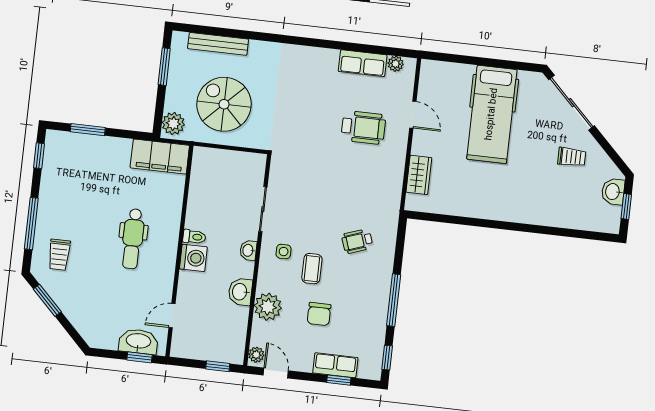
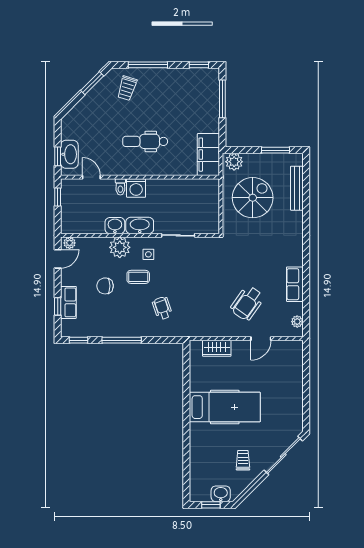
row of seats: (363, 63) -> (295, 284), moved
hospital bed: (492, 114) -> (225, 407), moved, turned 180
wheelchair: (363, 127) -> (247, 303), turned 35
window: (88, 130) -> (222, 99), width x1.44
trolley: (572, 157) -> (243, 460), turned 180
toilet: (194, 237) -> (120, 187), moved
washbasin: (248, 250) -> (140, 226), width x1.91, depth x1.45
trolley: (59, 255) -> (127, 88), turned -73
plant: (268, 307) -> (120, 247), moved
window: (218, 366) -> (58, 197), moved

